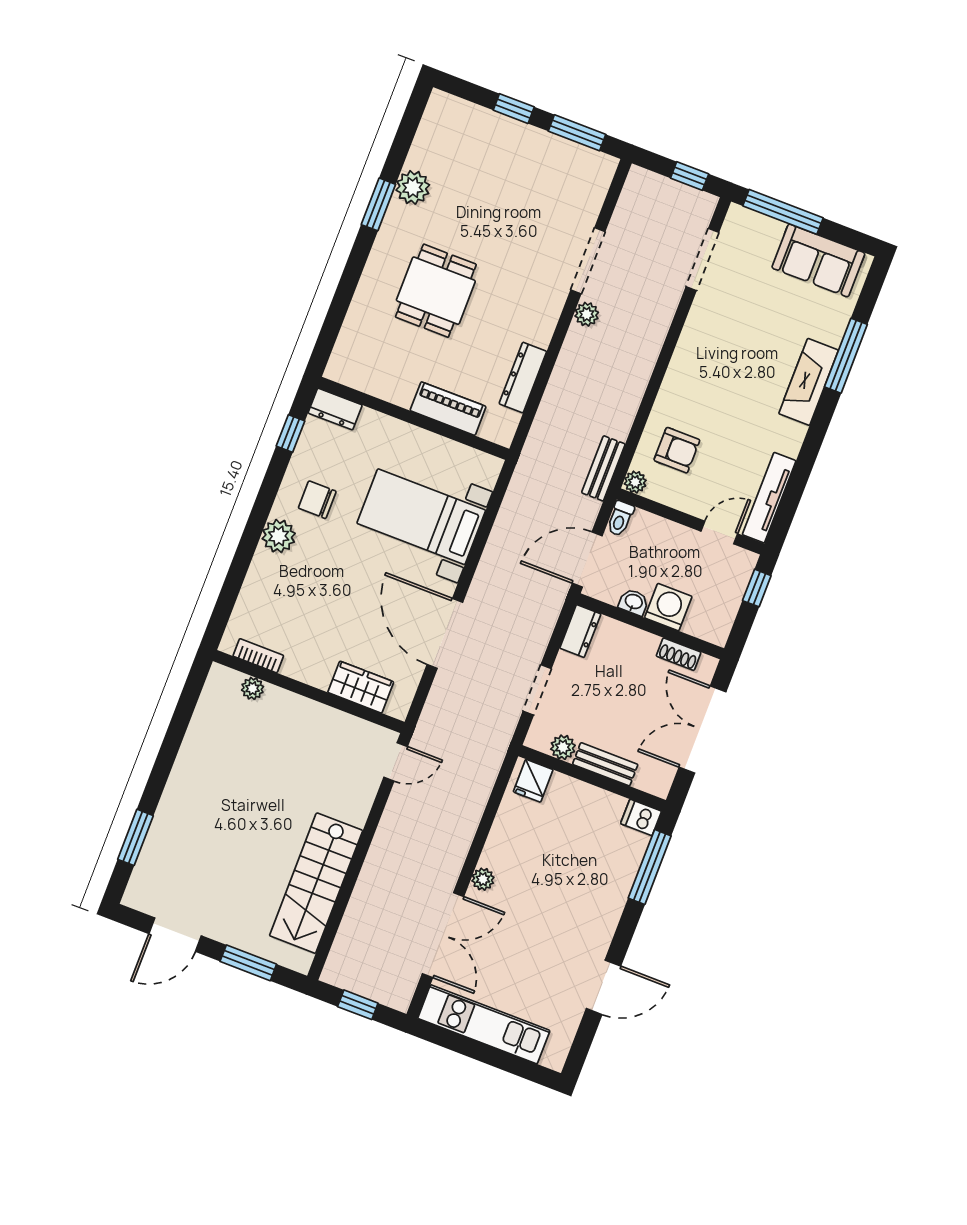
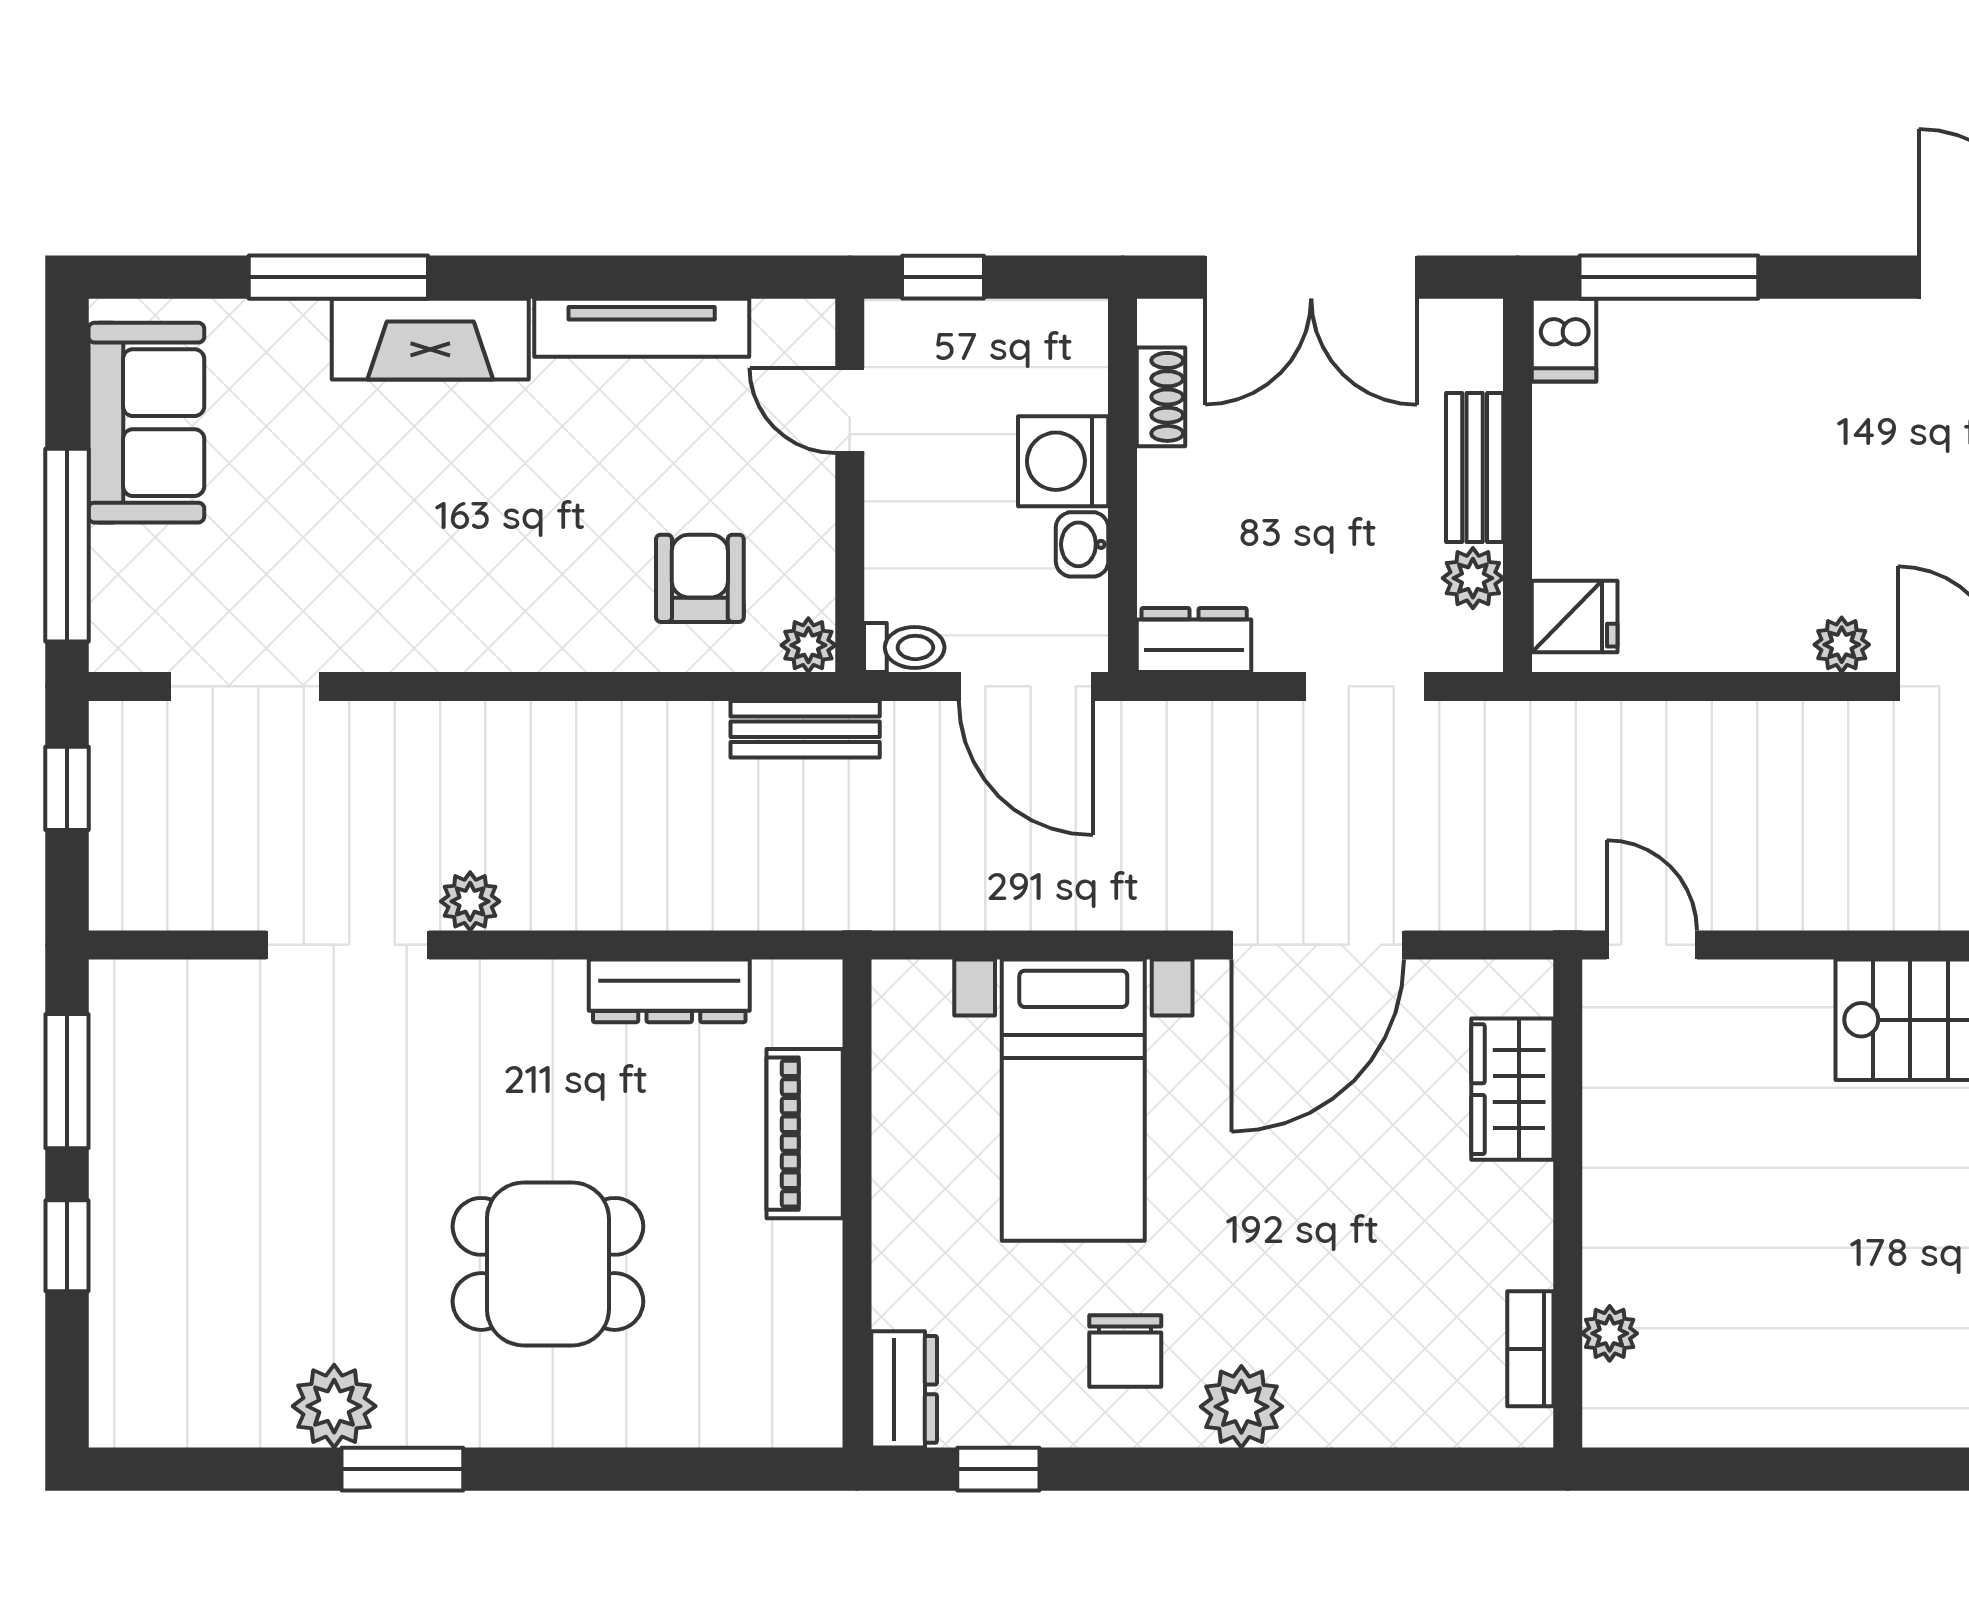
tv unit: (769, 498) -> (642, 328), moved

